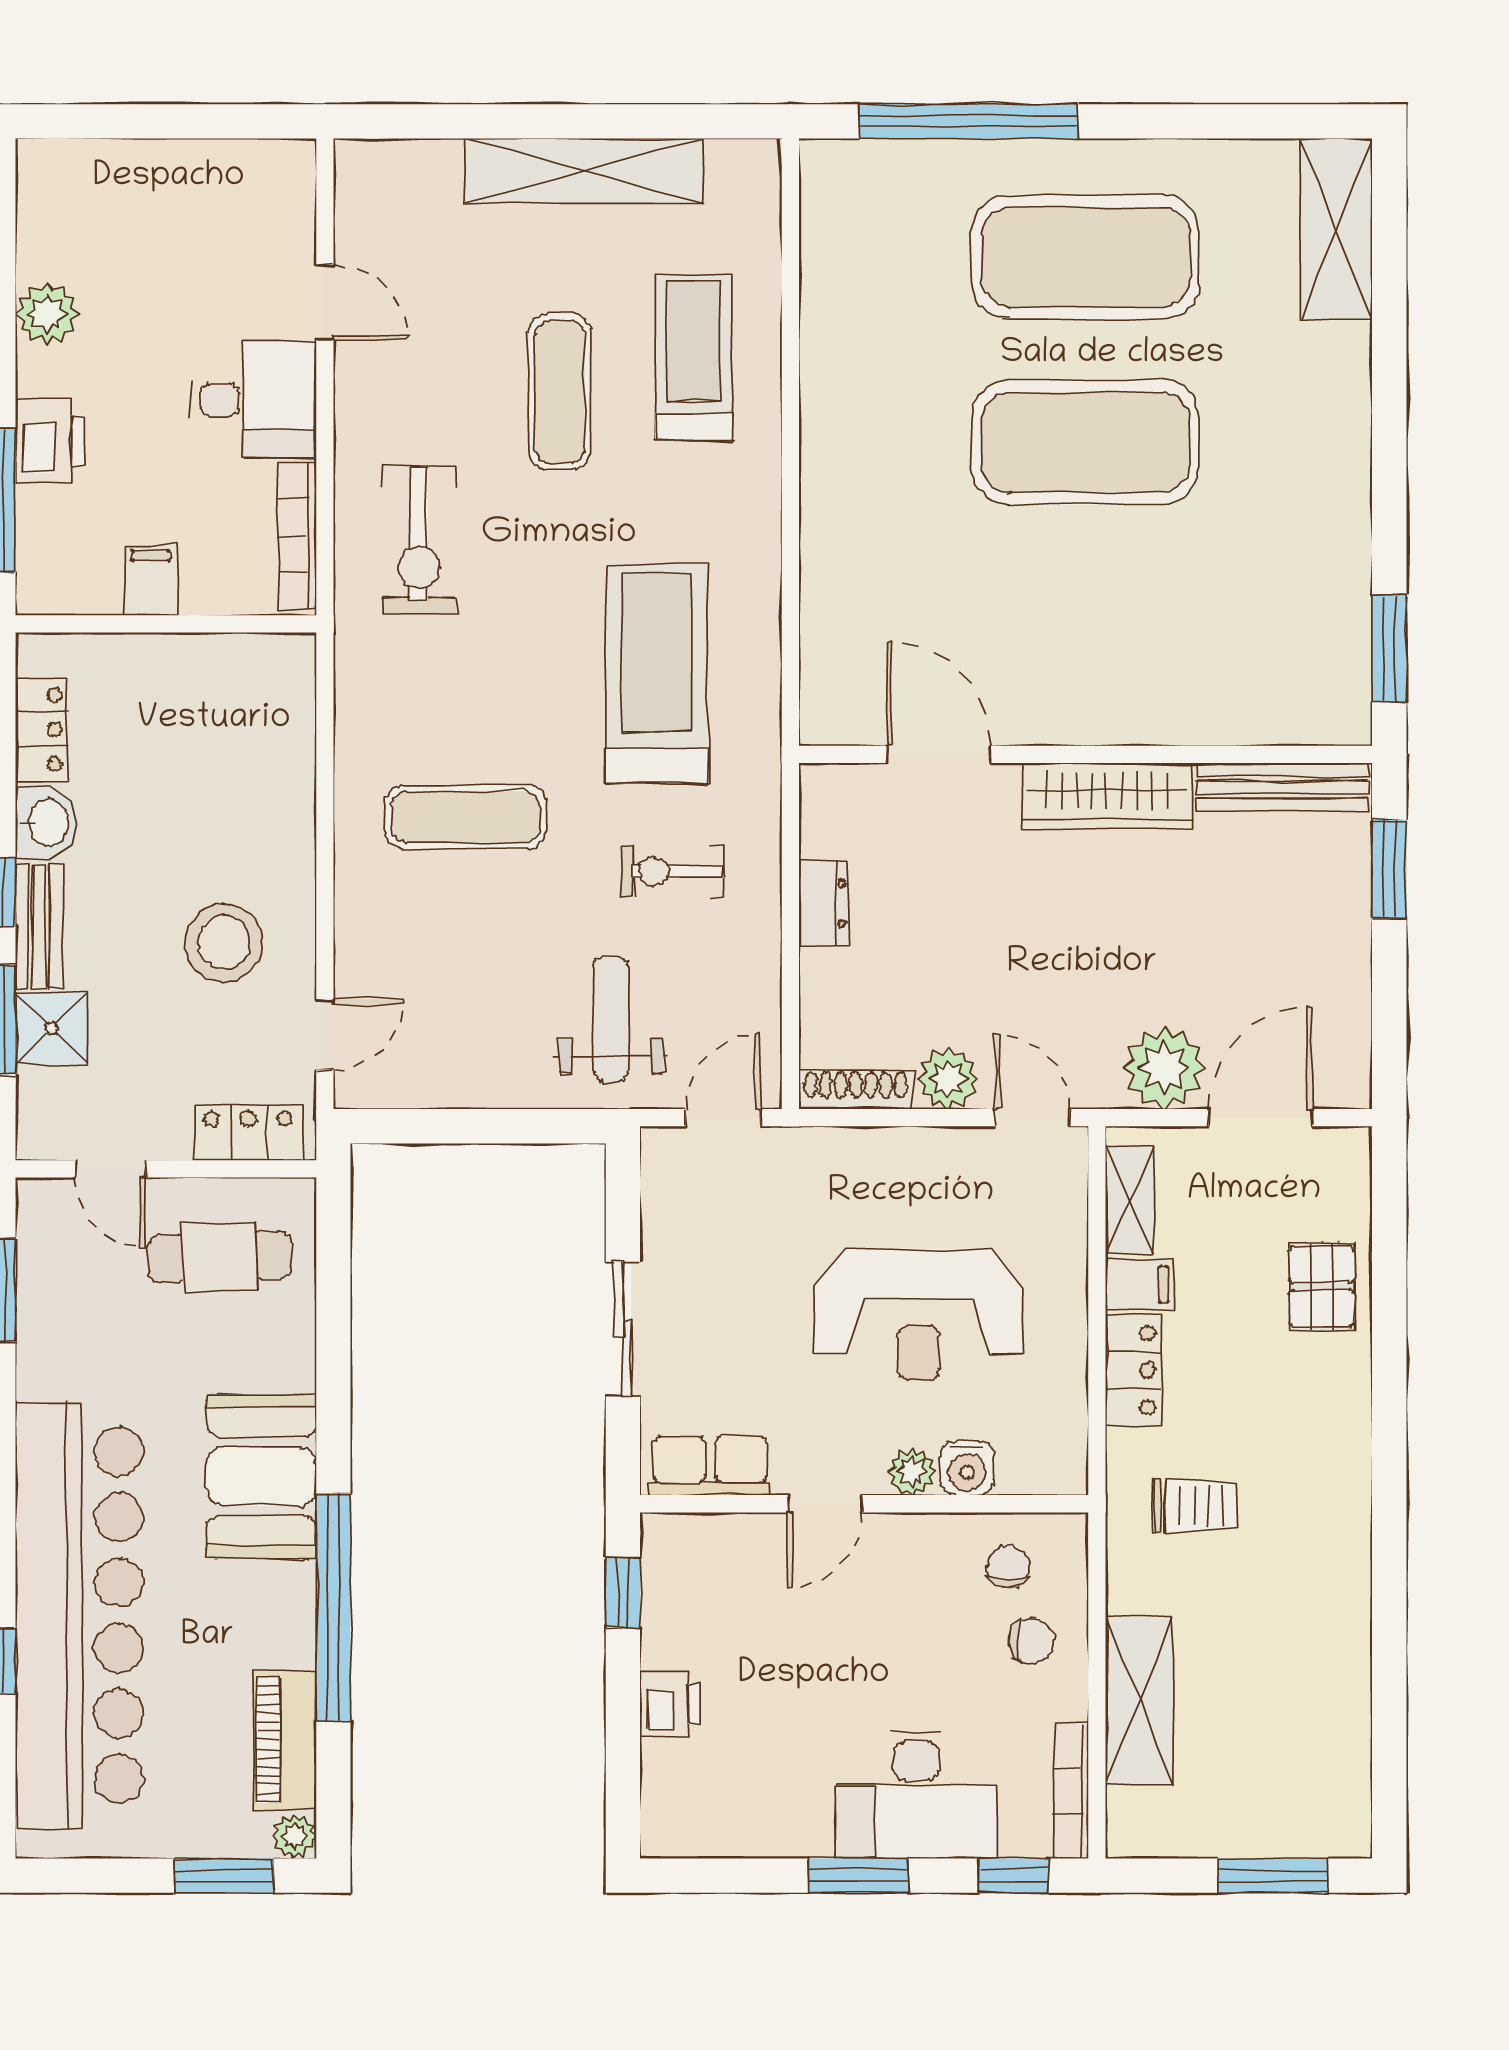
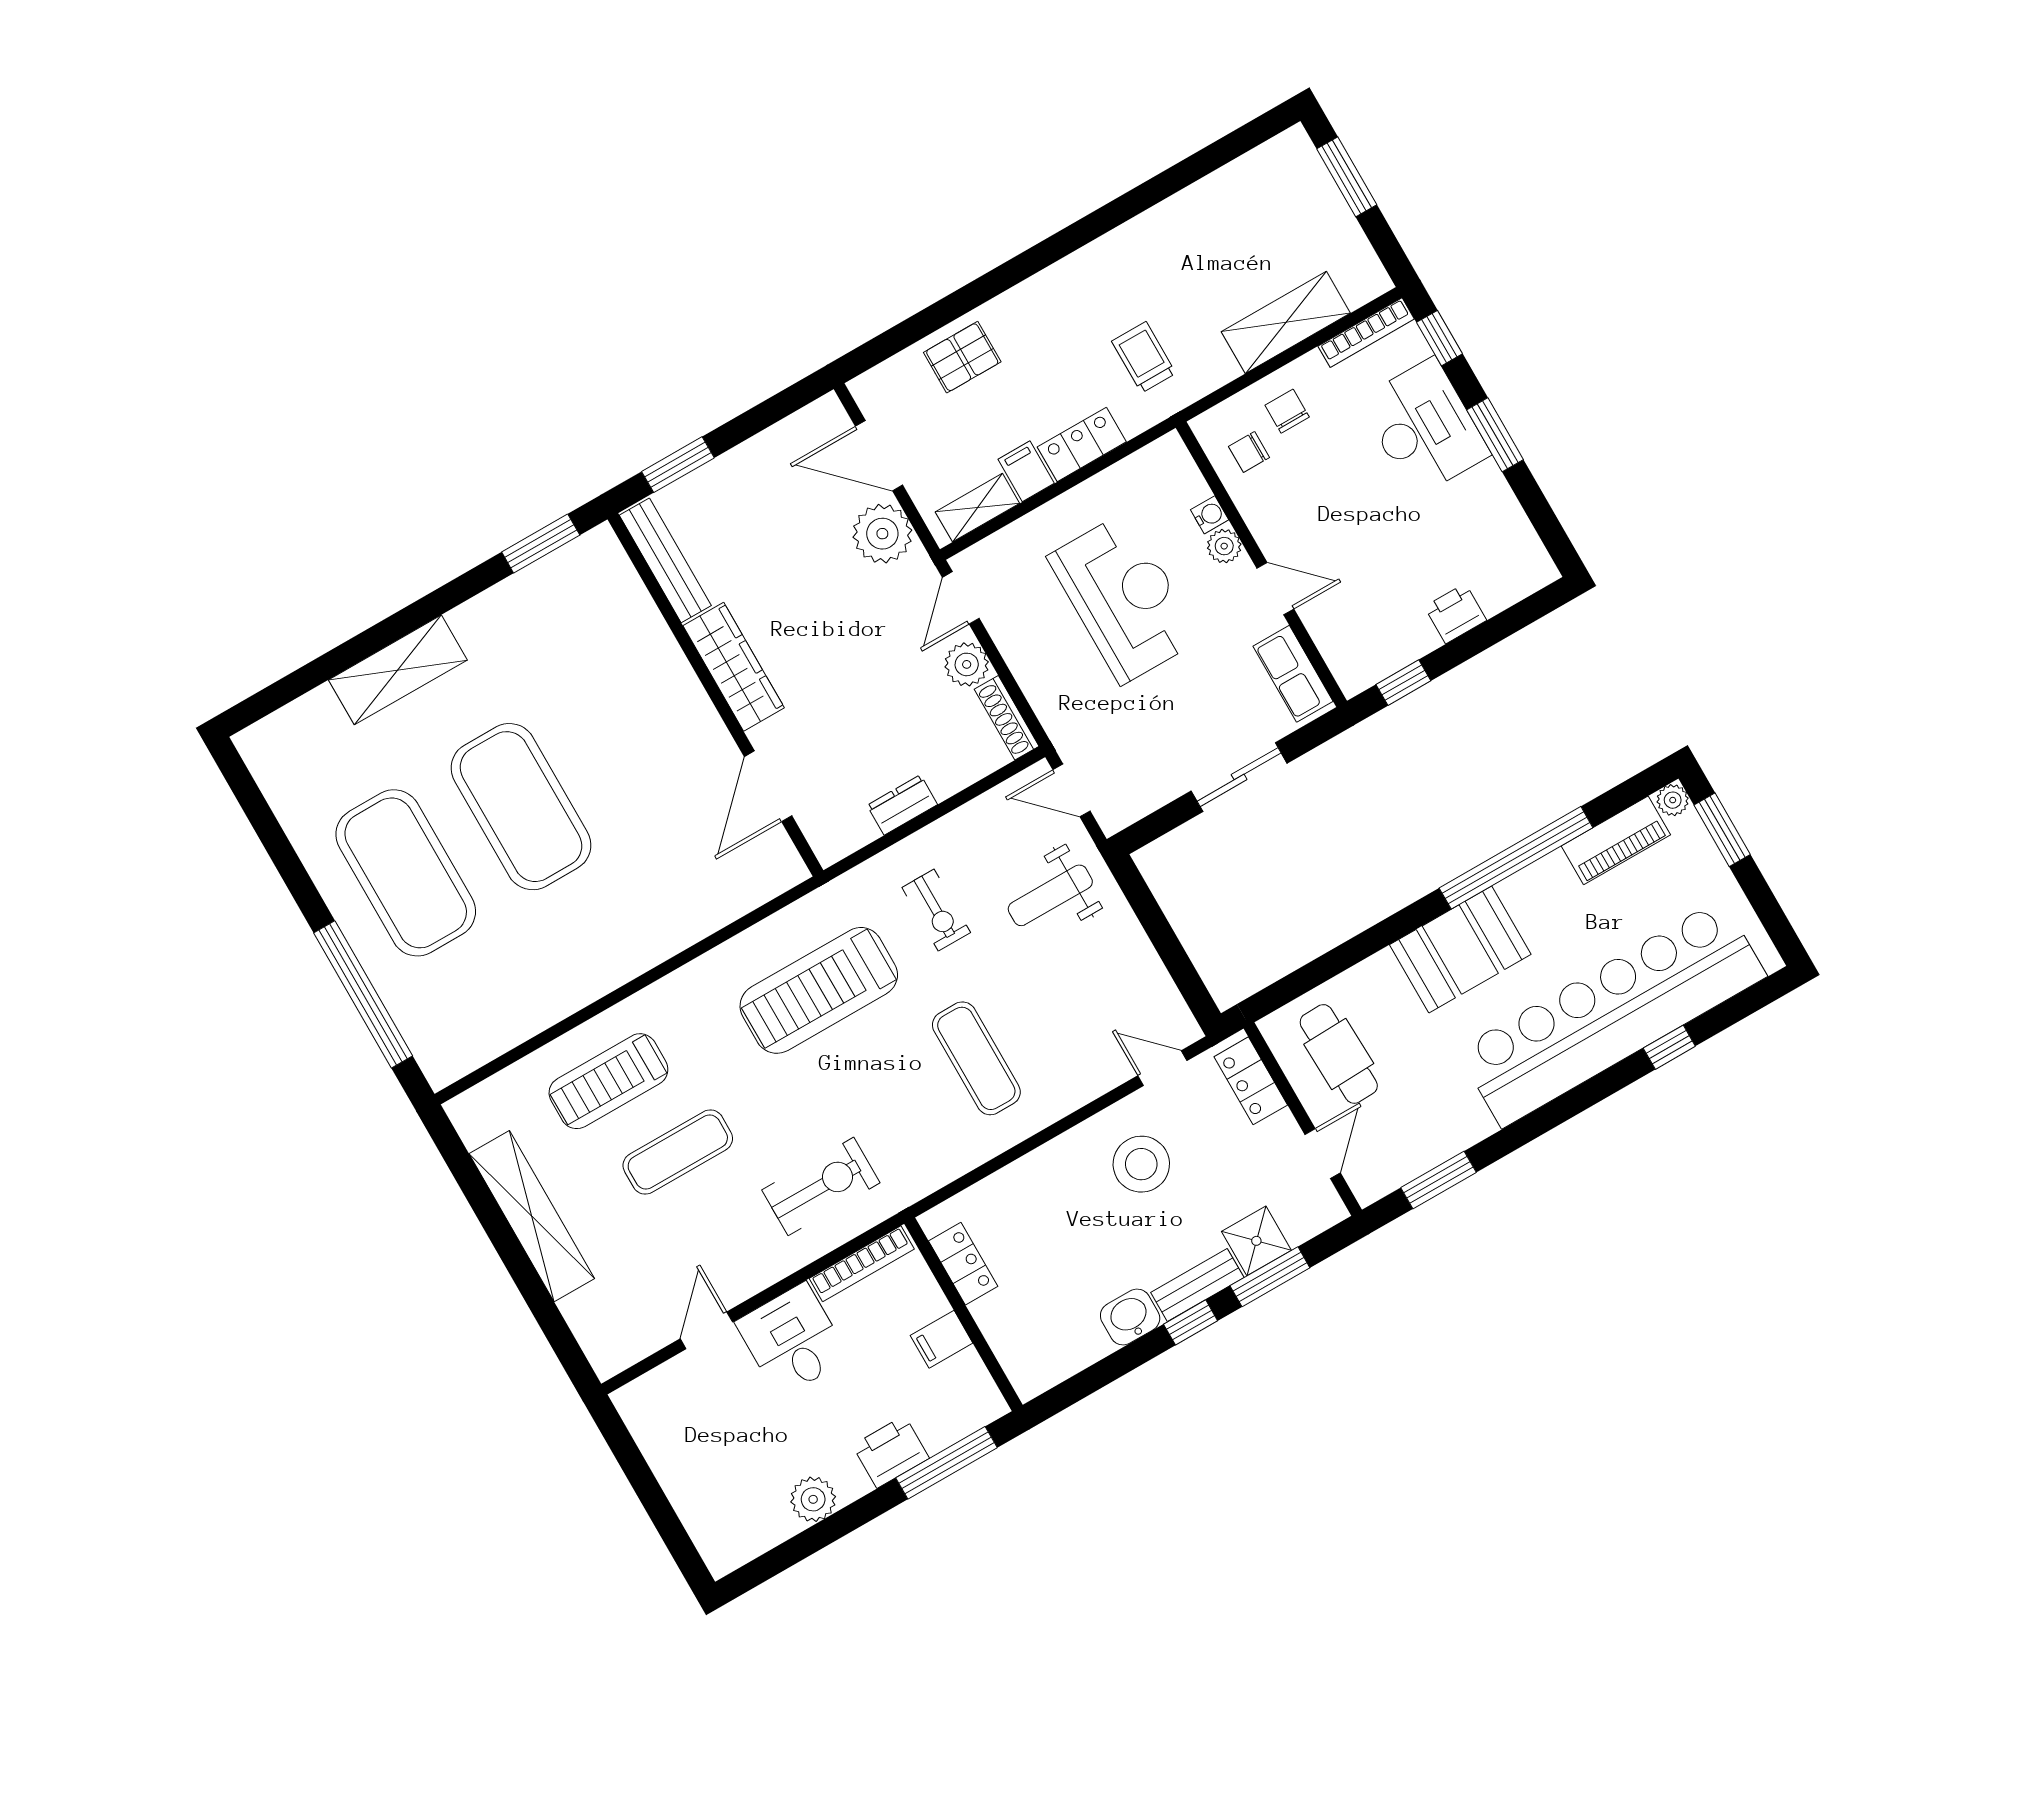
shelving: (1336, 229) -> (398, 670), moved
locker: (42, 729) -> (963, 1264), moved, turned 90
water cooler: (967, 1468) -> (1210, 515), width x0.72, depth x0.72

